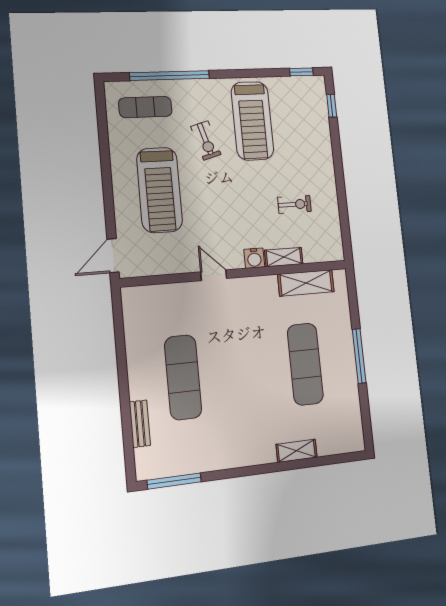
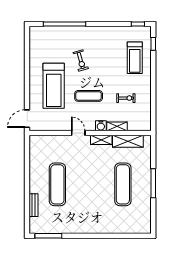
exercise mat: (145, 107) -> (89, 96), moved
treadmill: (252, 121) -> (135, 58), moved, width x0.73, depth x0.73
shelving: (297, 451) -> (101, 140), moved

